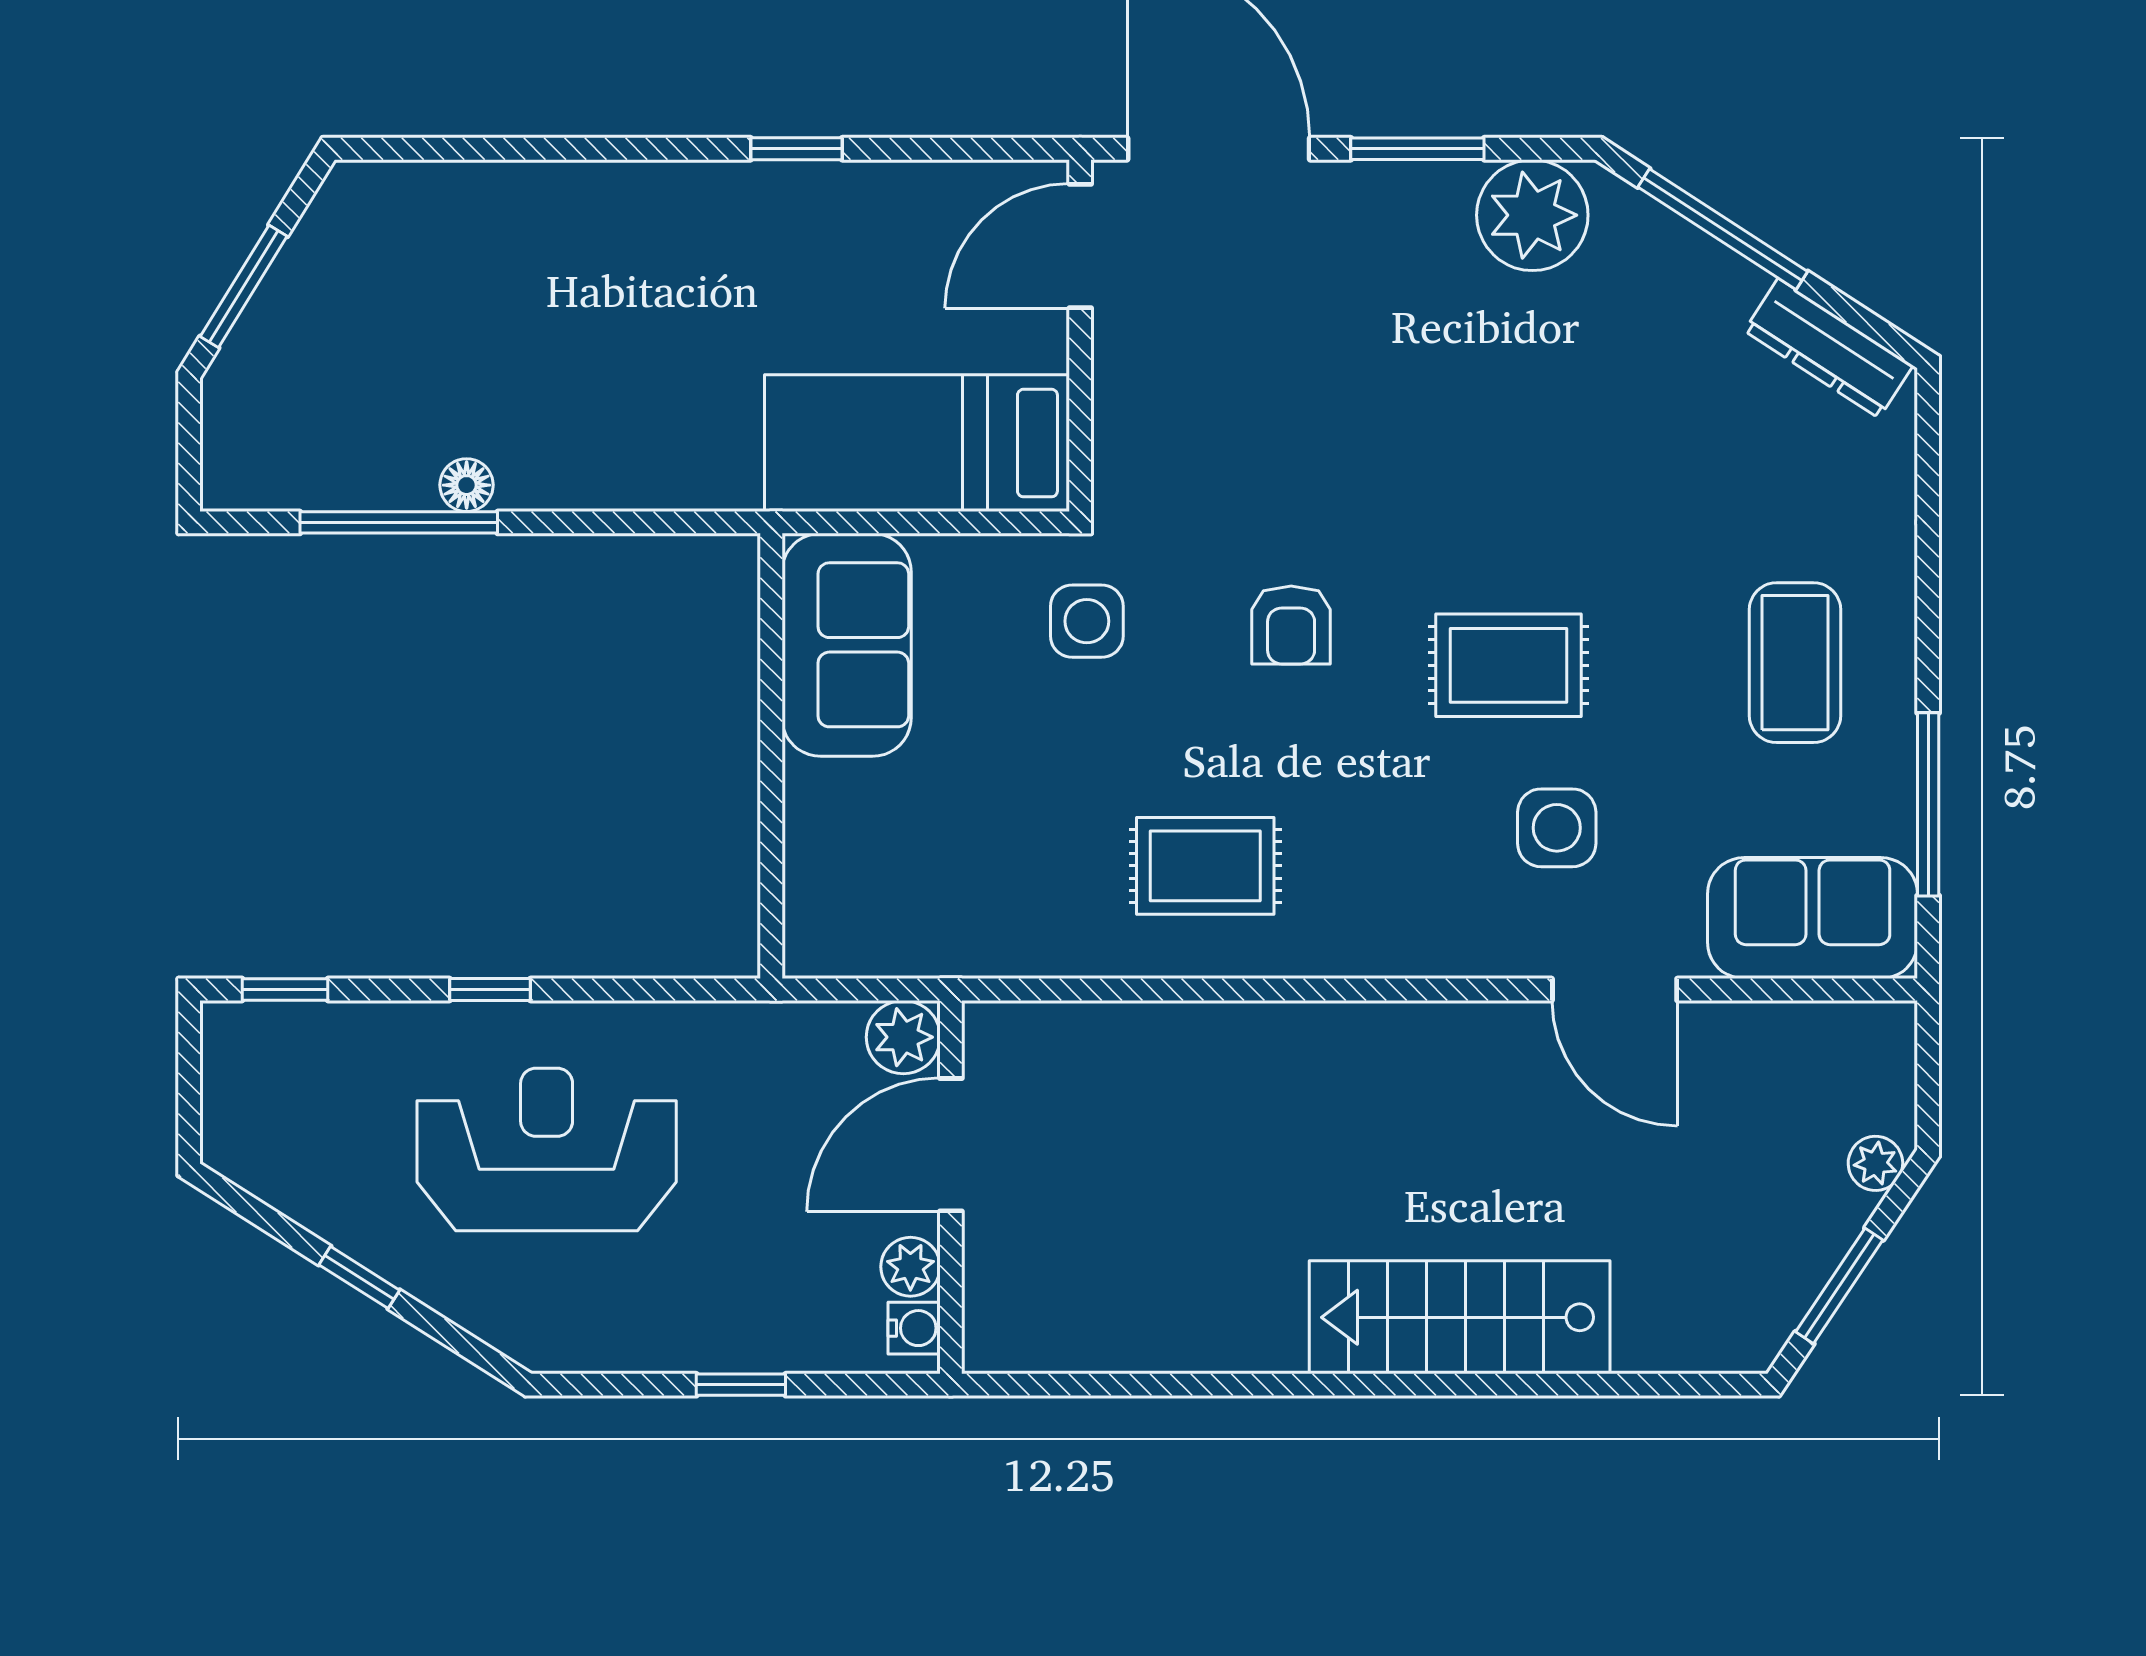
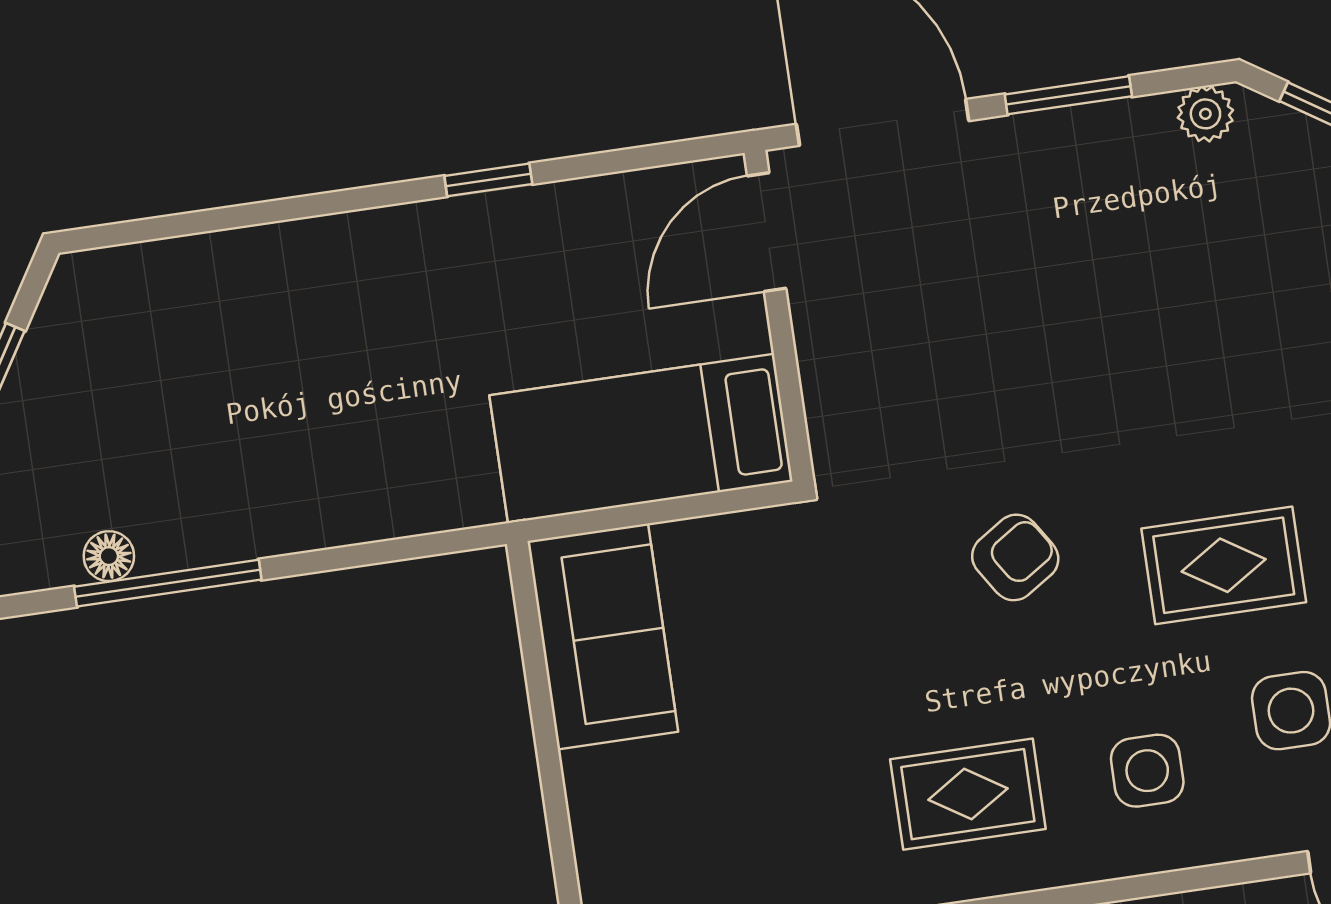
plant: (1532, 215) -> (1205, 114), width x0.53, depth x0.53
floor lamp: (467, 485) -> (109, 556), moved
side table: (1087, 621) -> (1147, 771), moved
armchair: (1291, 625) -> (1015, 557), turned -123

